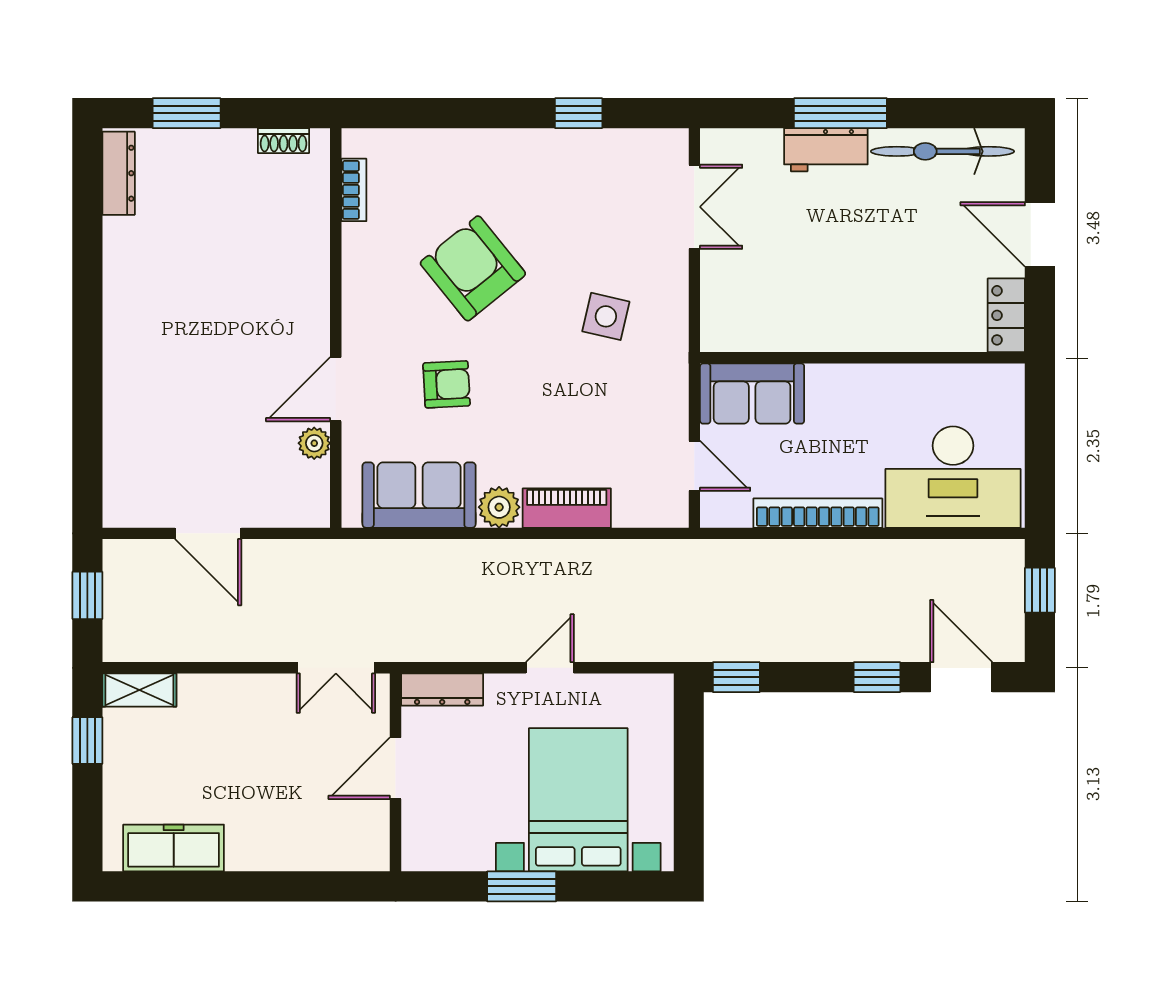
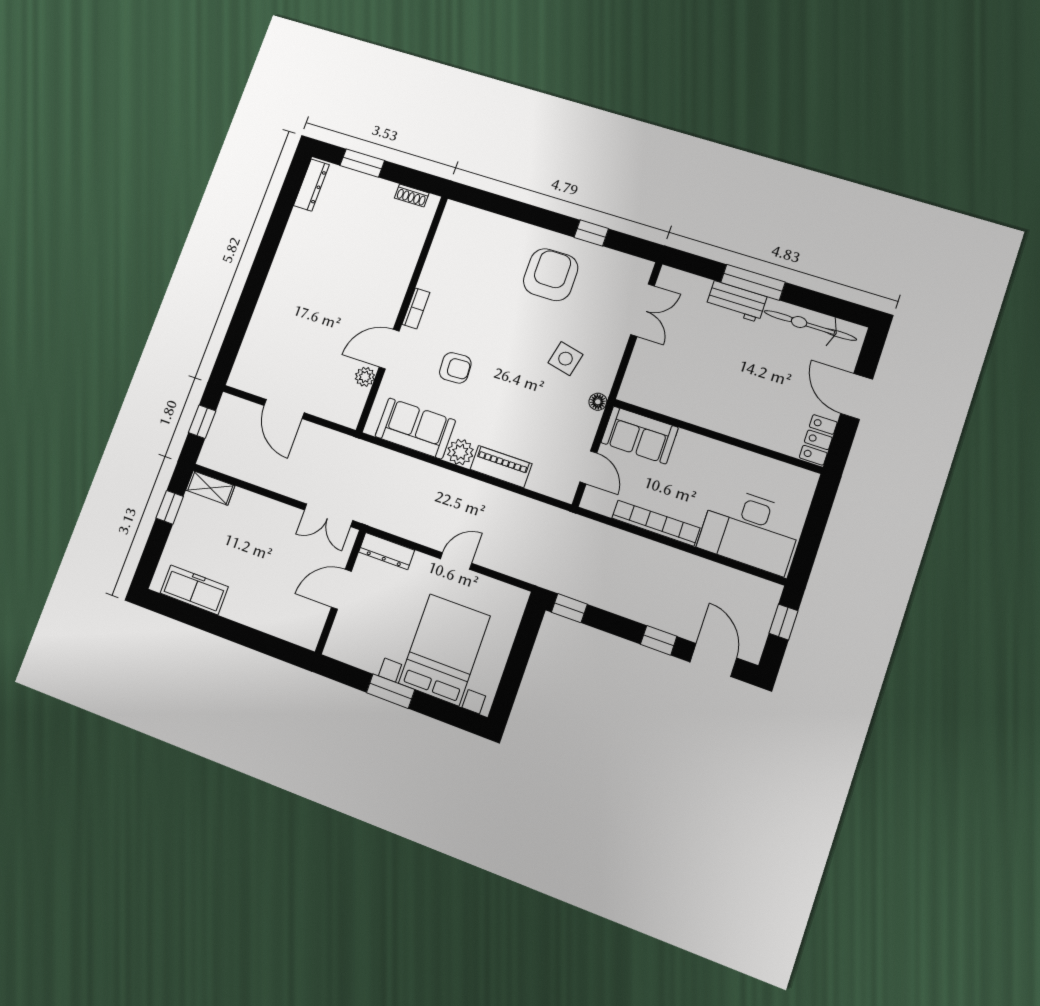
bookcase: (354, 190) -> (416, 308), moved
armchair: (473, 268) -> (551, 275), moved, turned 39
floor lamp: (675, 365) -> (598, 402), added

